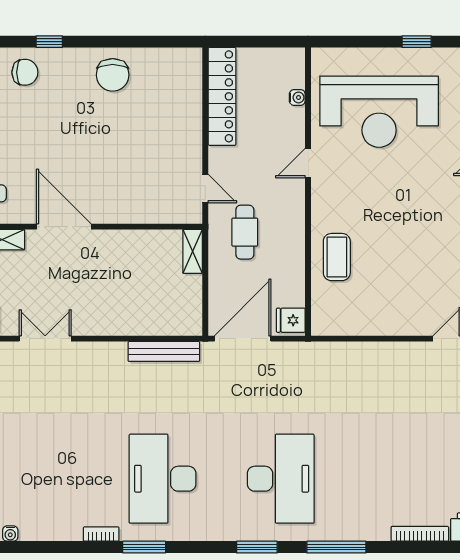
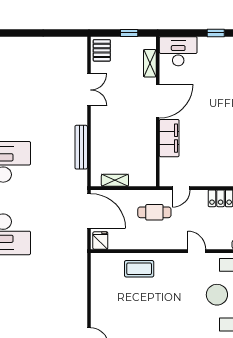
filing cabinet: (124, 208) -> (169, 138), added
shelving: (193, 251) -> (115, 180), moved
bench: (164, 351) -> (81, 147), moved

